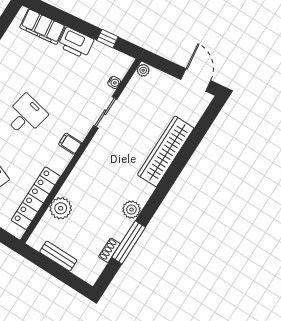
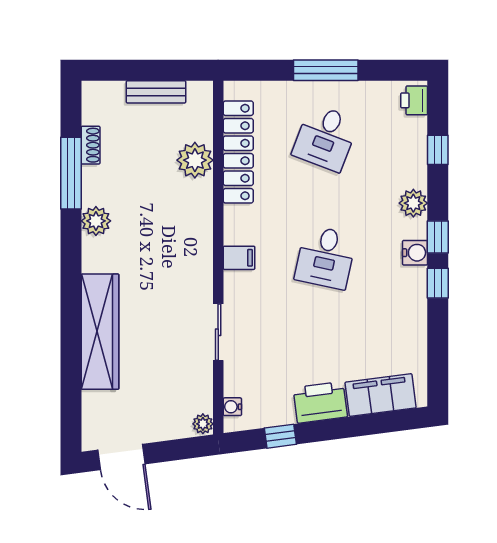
water cooler: (114, 82) -> (232, 407), moved

